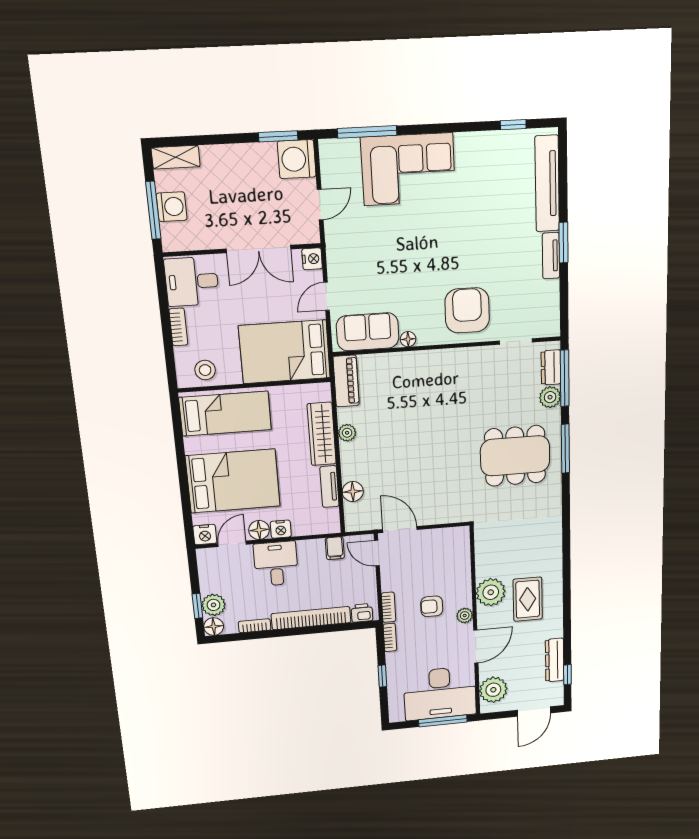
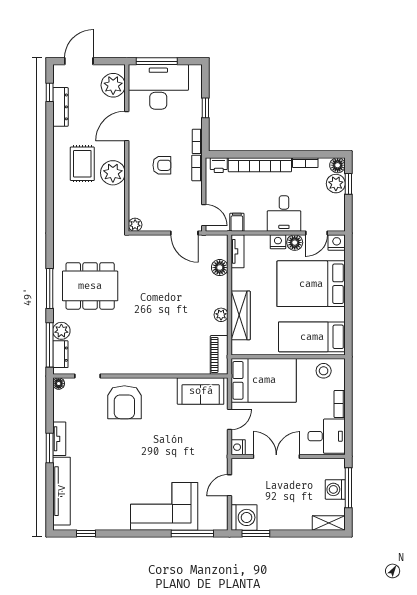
floor lamp: (408, 339) -> (59, 384), moved
tv unit: (330, 487) -> (237, 251), moved
plant: (465, 616) -> (135, 225), moved

